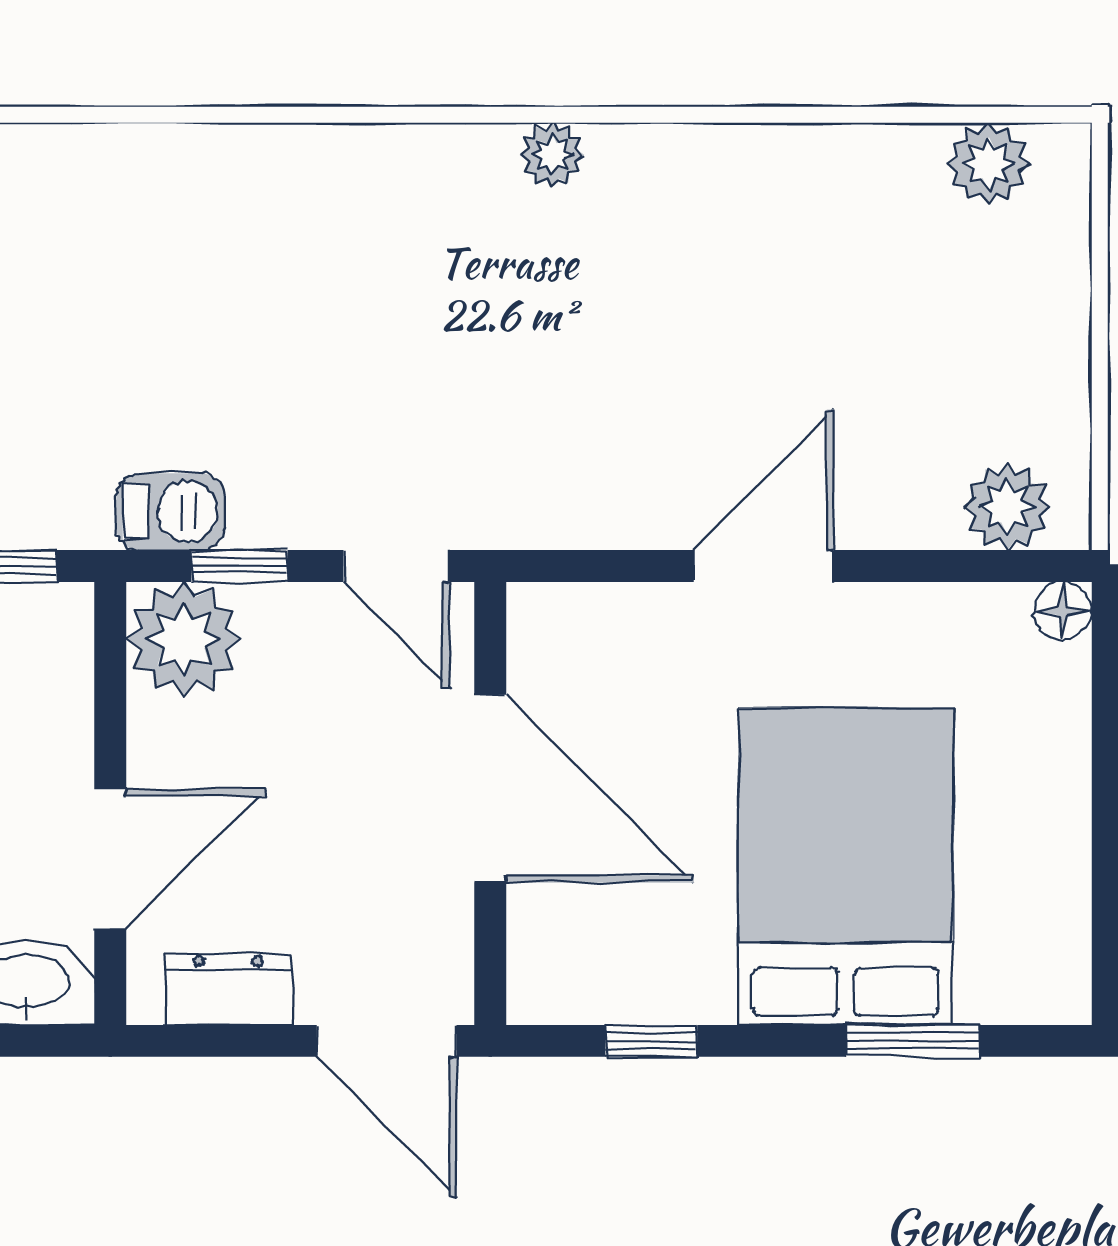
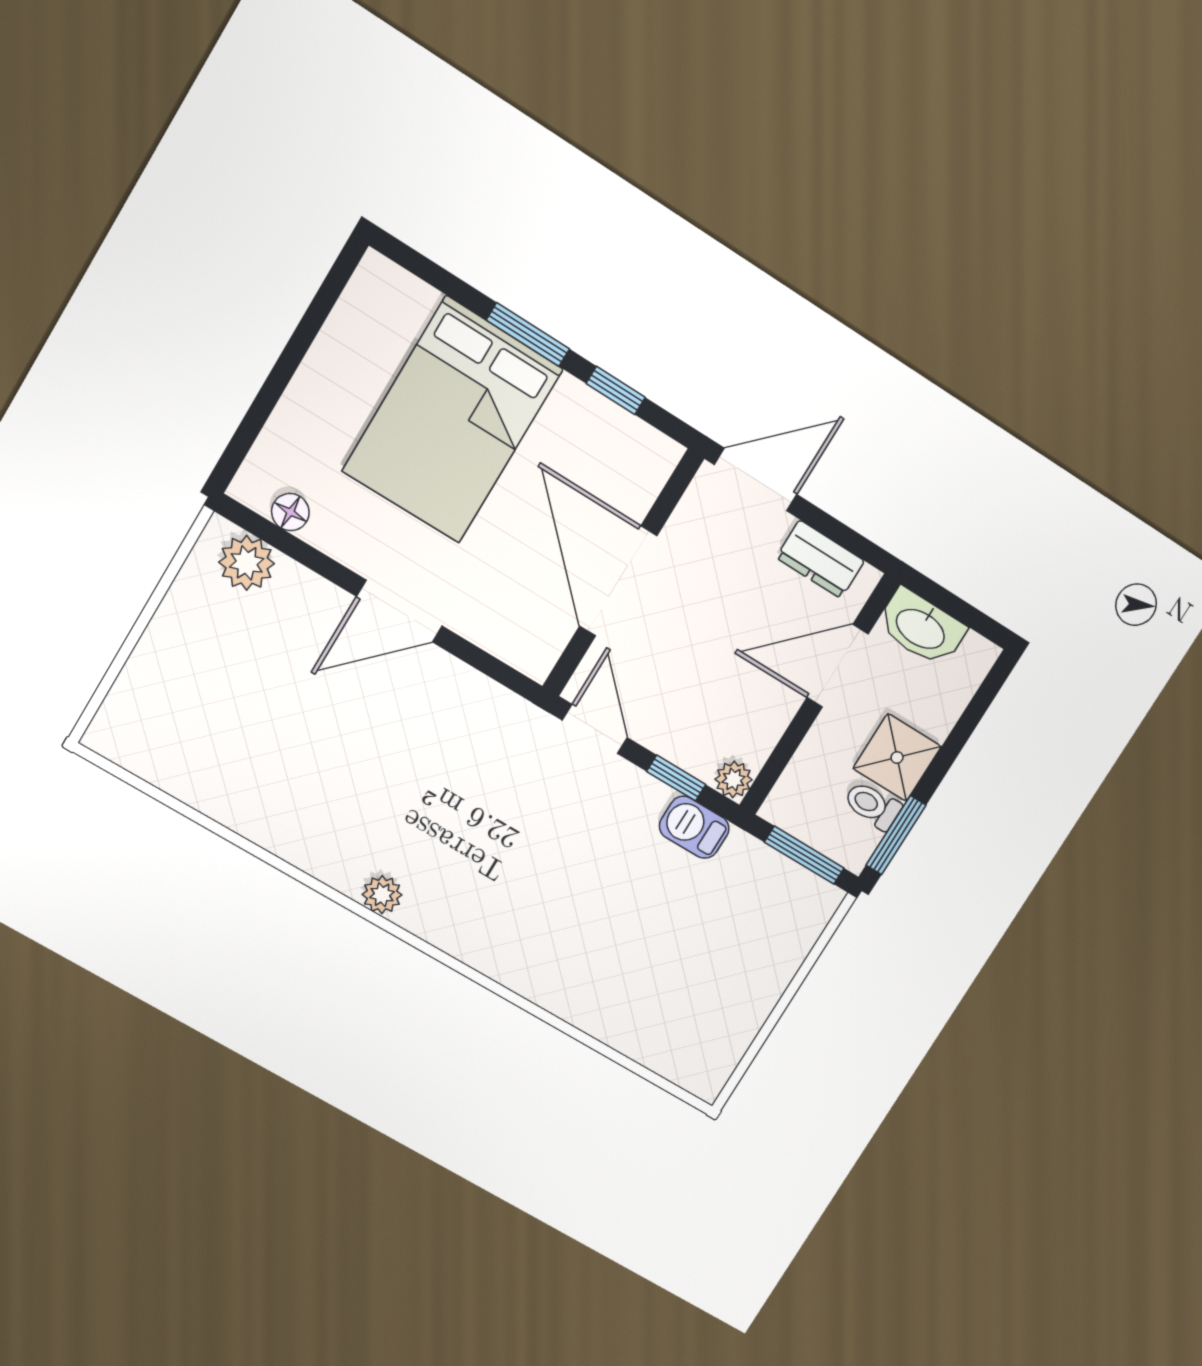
plant: (989, 164) -> (148, 754), removed
floor lamp: (1063, 611) -> (290, 512), moved
plant: (184, 639) -> (734, 779), width x0.53, depth x0.53
door: (387, 1041) -> (756, 480), hinge flipped
window: (913, 1041) -> (528, 334), moved

